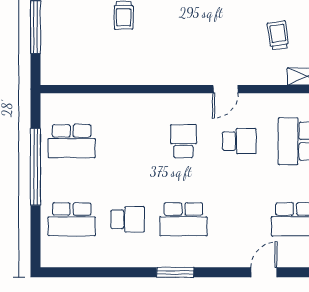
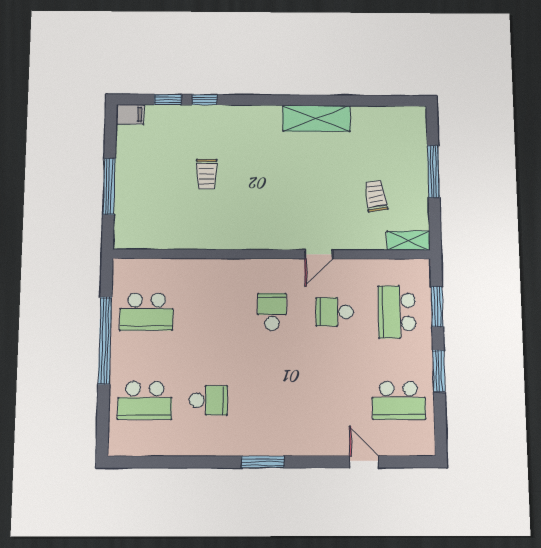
school desk: (239, 141) -> (334, 312), turned 180
school desk: (183, 219) -> (272, 400), removed
door: (264, 272) -> (364, 462), hinge flipped

